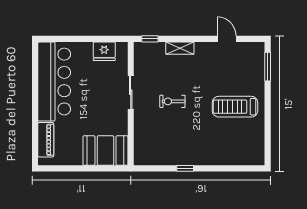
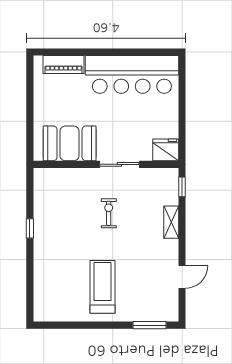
fridge: (104, 51) -> (166, 150), moved, turned 90
booth: (105, 151) -> (70, 143), moved, turned 90

